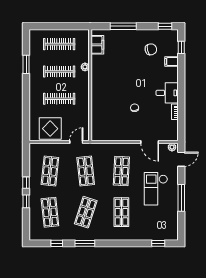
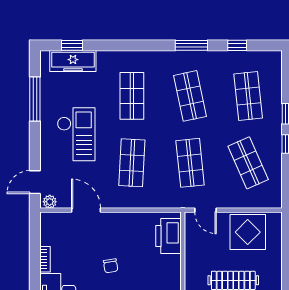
printer: (99, 126) -> (169, 236), added
door: (76, 142) -> (205, 210), hinge flipped
shop shelf: (50, 171) -> (248, 163), turned -30
window: (181, 198) -> (35, 99), moved
shop shelf: (86, 212) -> (190, 96), turned -30
freezer: (158, 234) -> (73, 61), added

